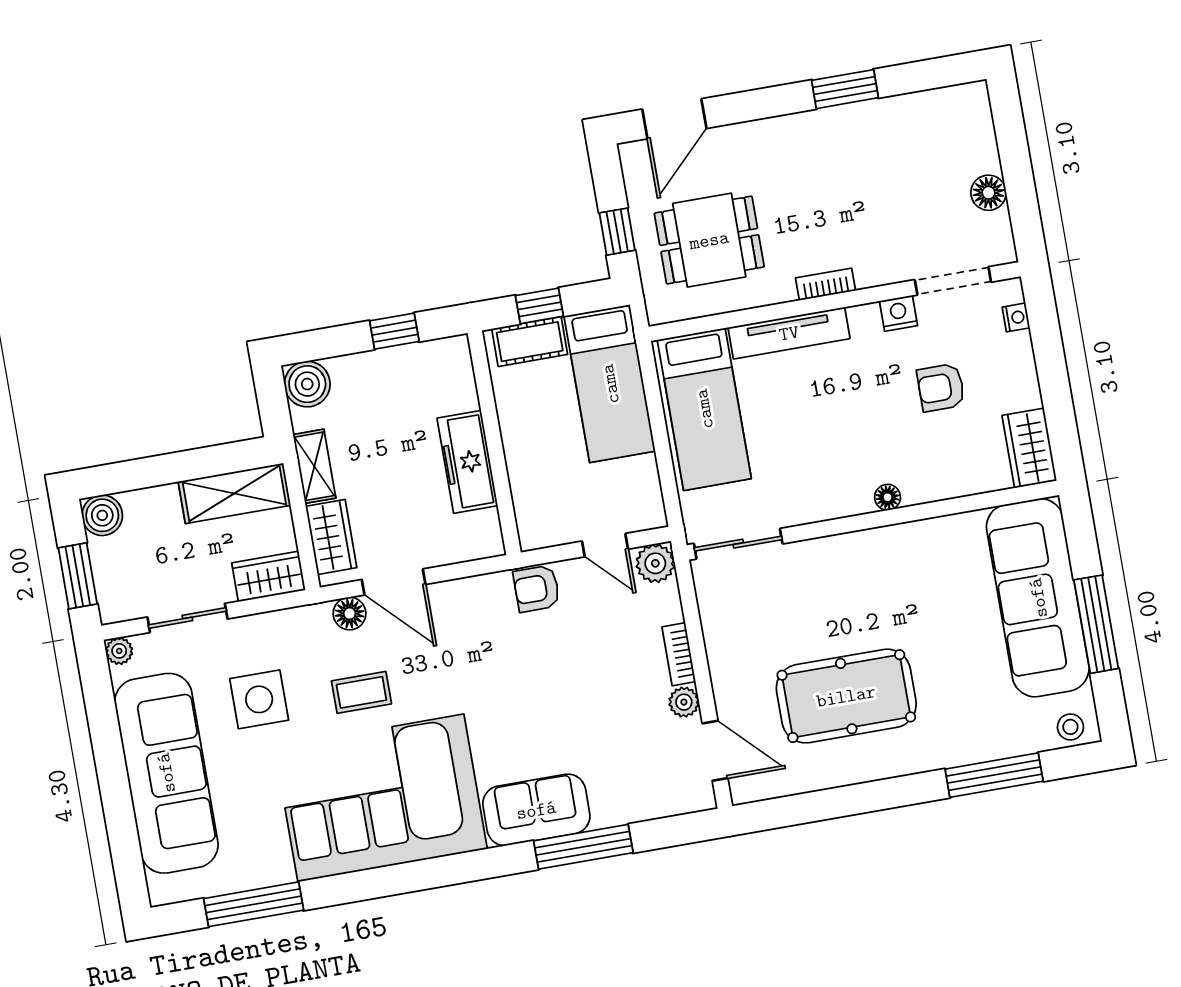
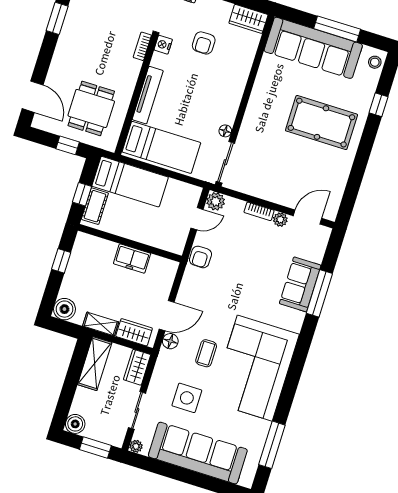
bookcase: (826, 284) -> (142, 46), moved
freezer: (467, 462) -> (132, 259), width x0.71
floor lamp: (888, 497) -> (225, 131), moved
pool table: (846, 696) -> (321, 123), moved, turned 90
window: (994, 775) -> (378, 105), width x0.46
sofa: (536, 810) -> (300, 284), moved

